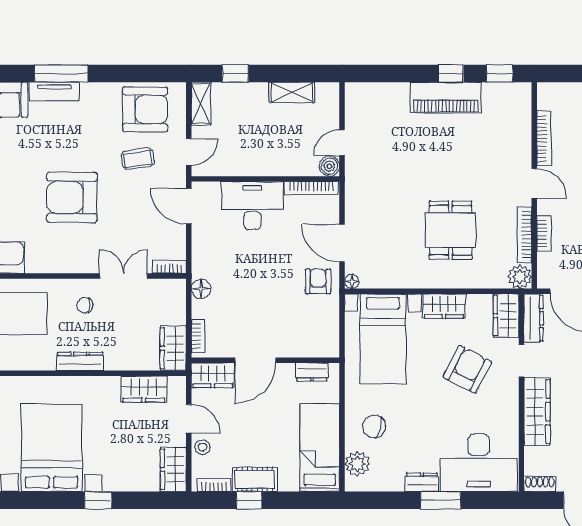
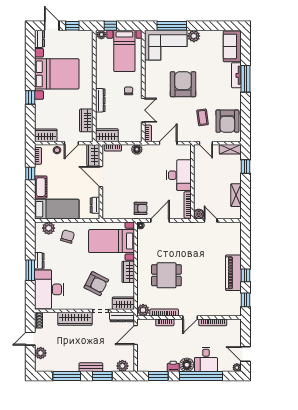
door: (189, 206) -> (168, 143), moved
dresser: (80, 361) -> (100, 100), moved
cot: (255, 479) -> (41, 187), moved

